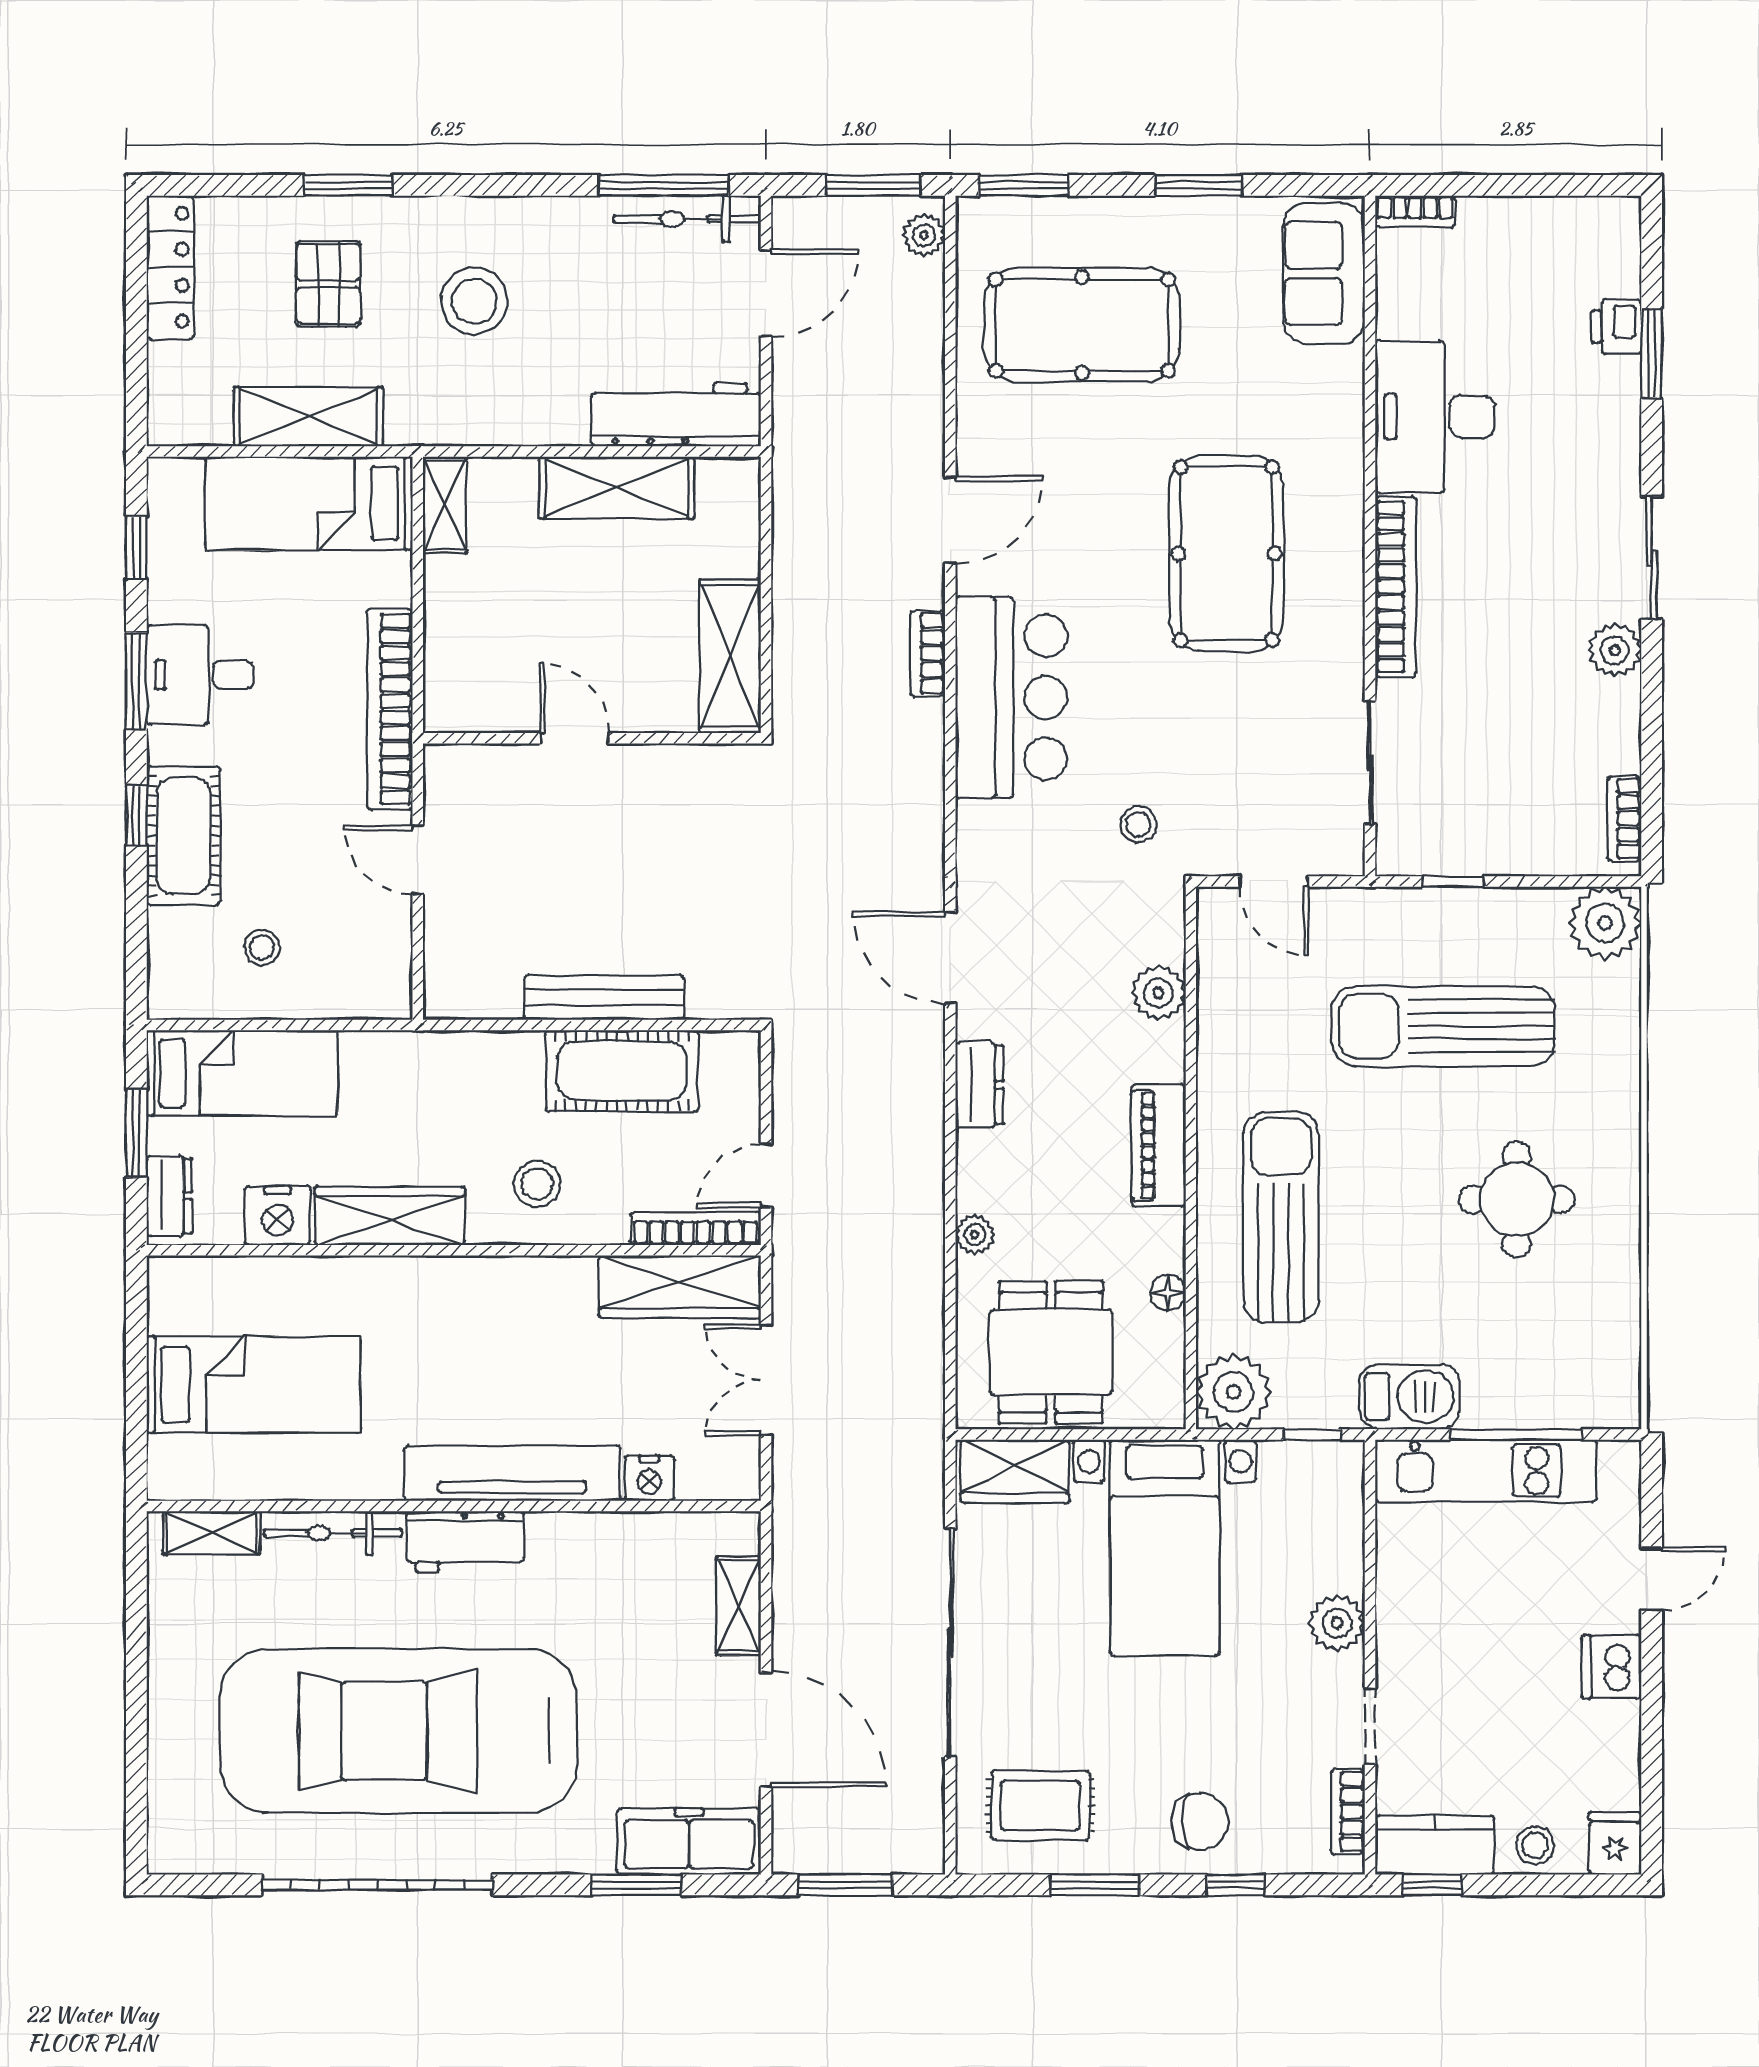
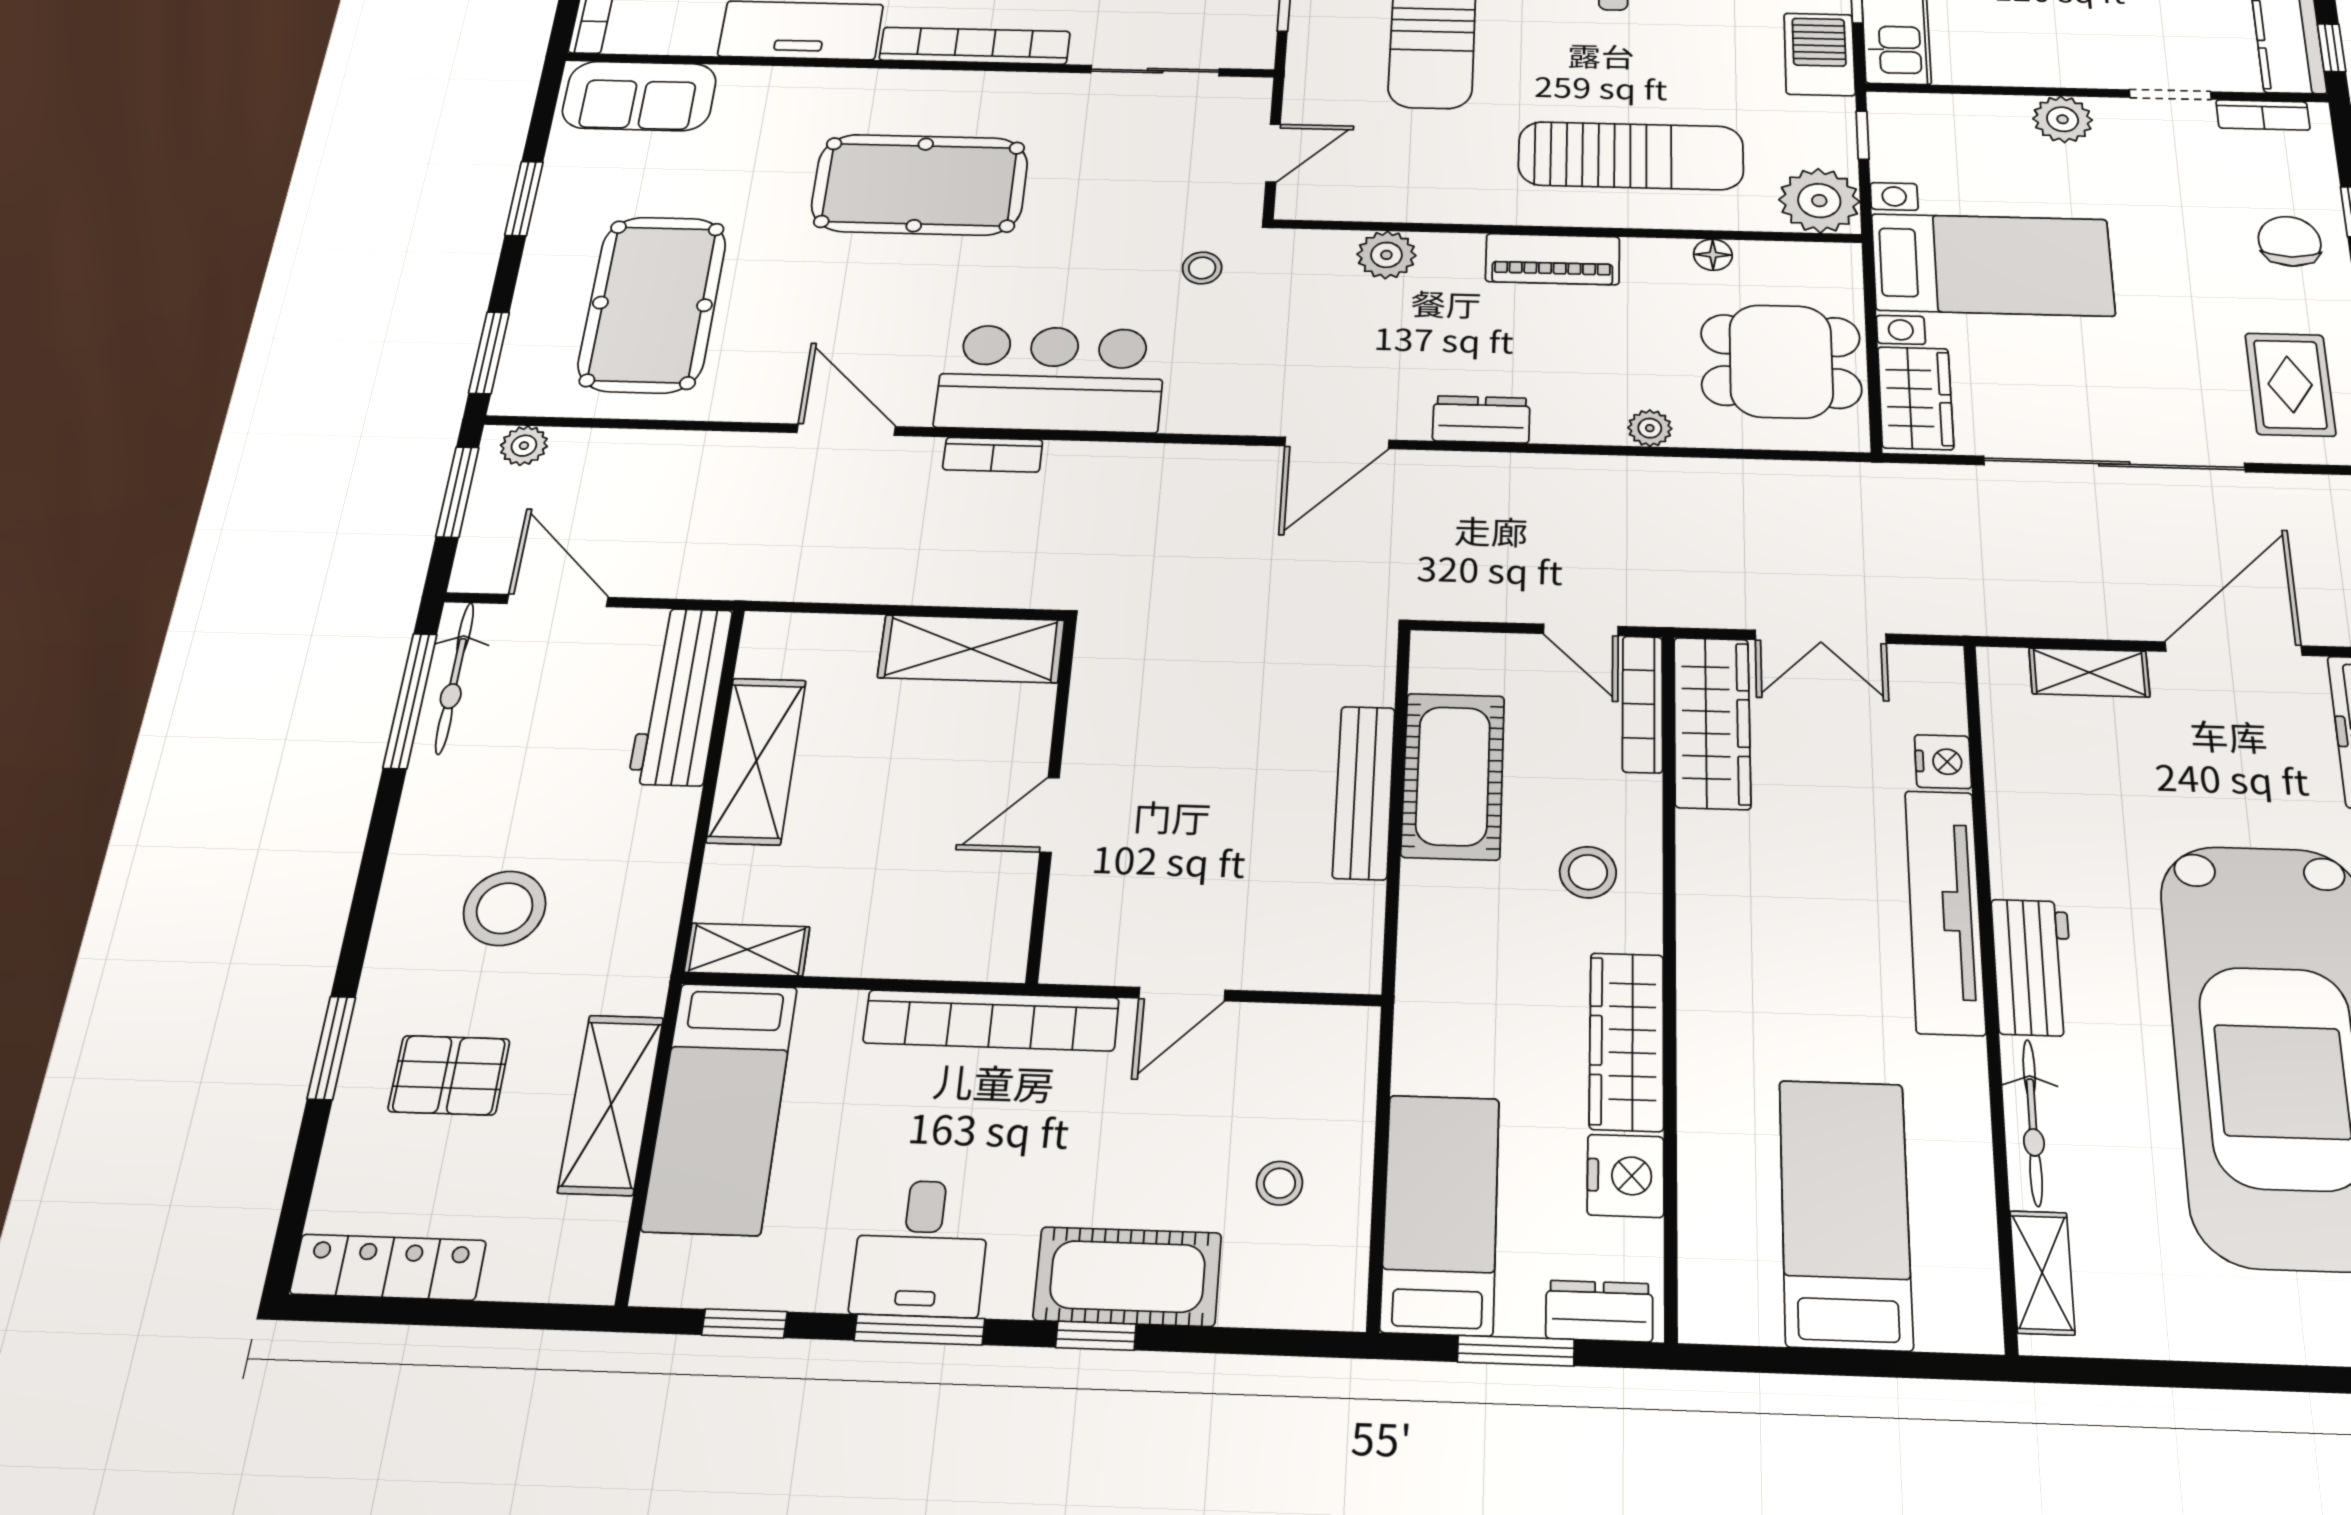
sun lounger: (1281, 1217) -> (1631, 156), turned 180

